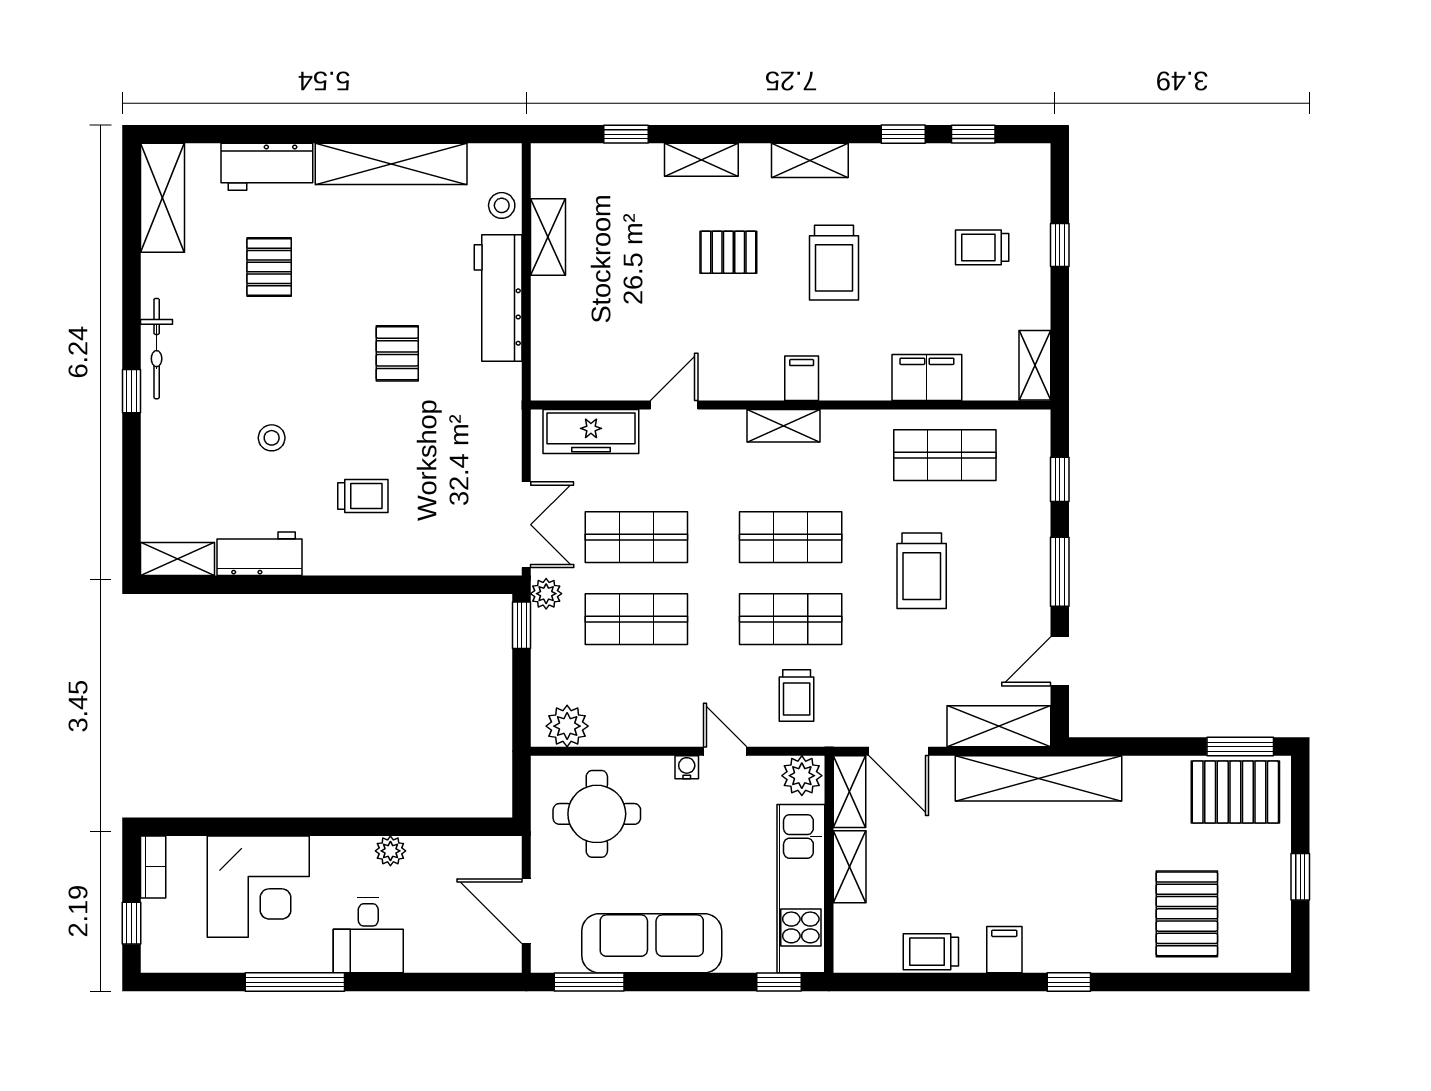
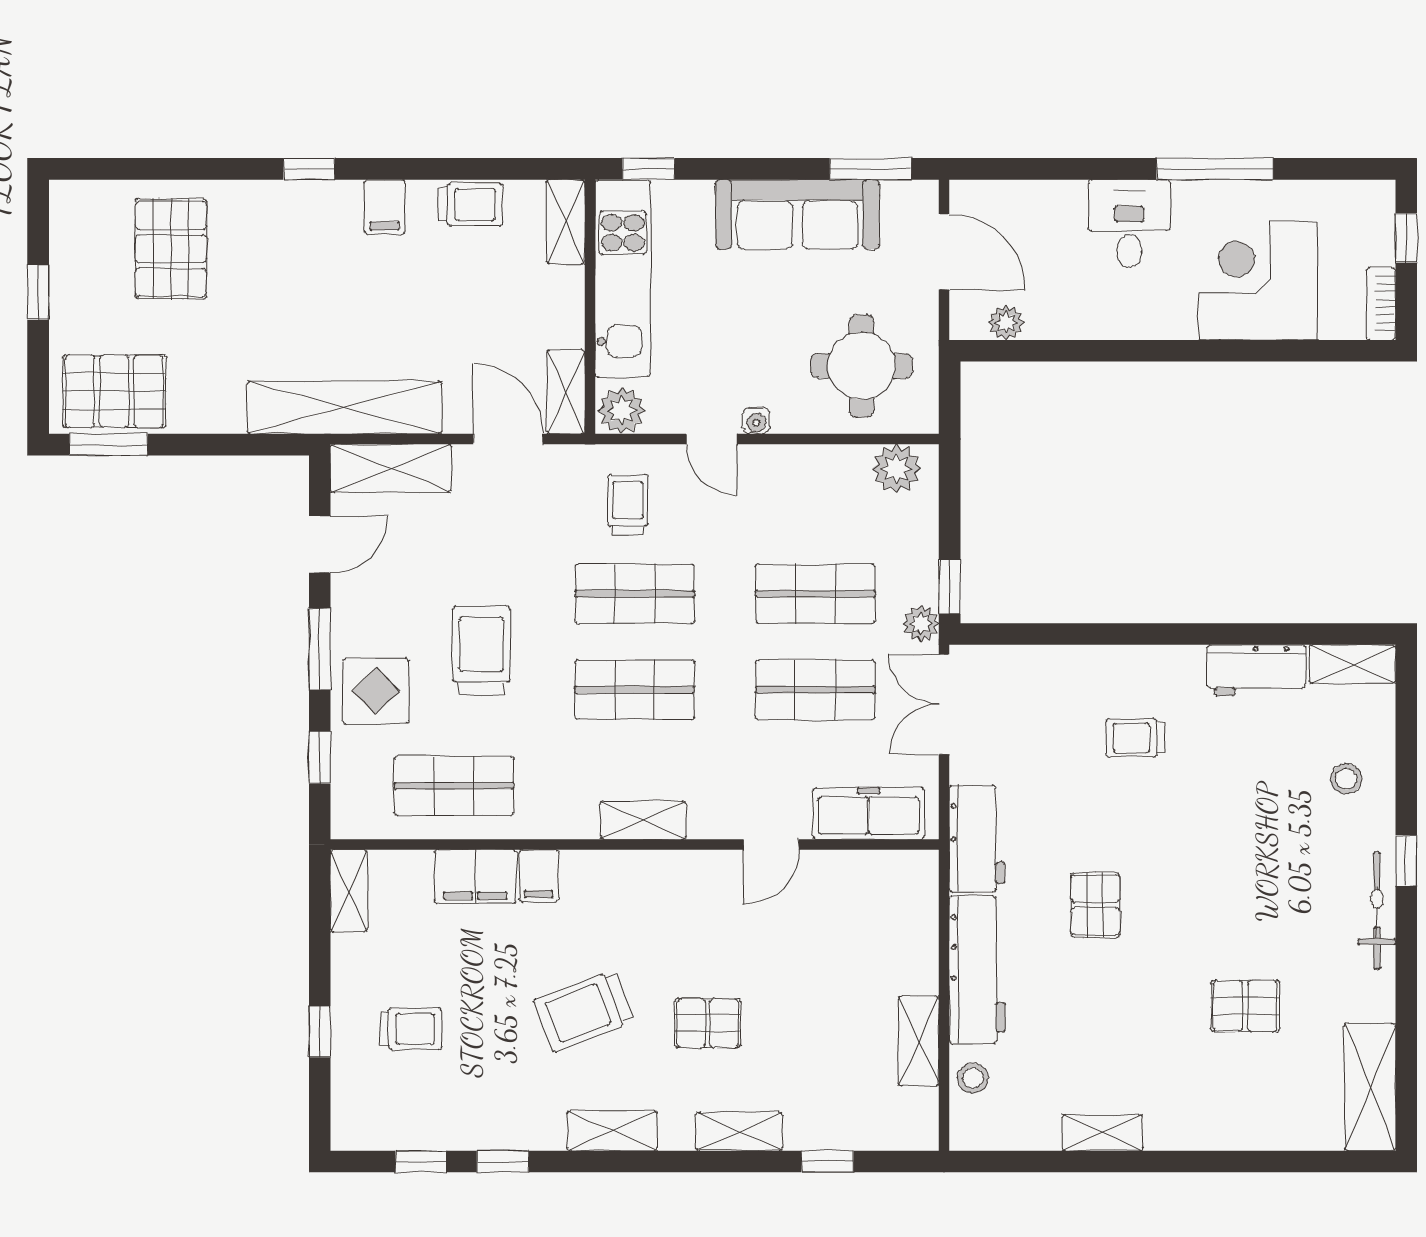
shelving: (391, 164) -> (1102, 1133), width x0.45, depth x0.75
workbench: (267, 167) -> (977, 839), moved, turned 90
trolley: (834, 263) -> (584, 1011), turned -111
pallet: (269, 267) -> (1245, 1006), turned 90
filing cabinet: (802, 378) -> (539, 876), moved
stool: (272, 438) -> (1346, 779), moved
display table: (1012, 536) -> (376, 691), added
plant: (390, 851) -> (1006, 322), moved
shelving: (850, 867) -> (566, 222), moved

